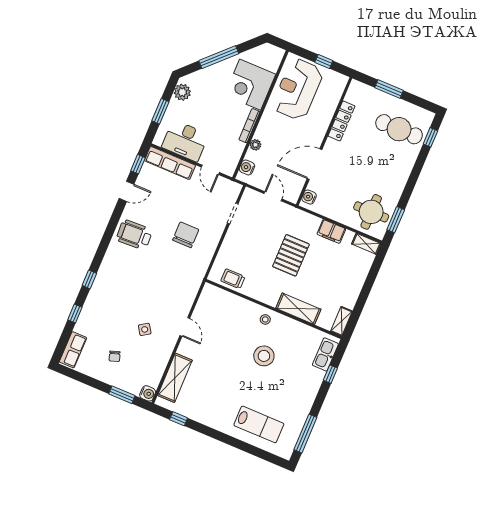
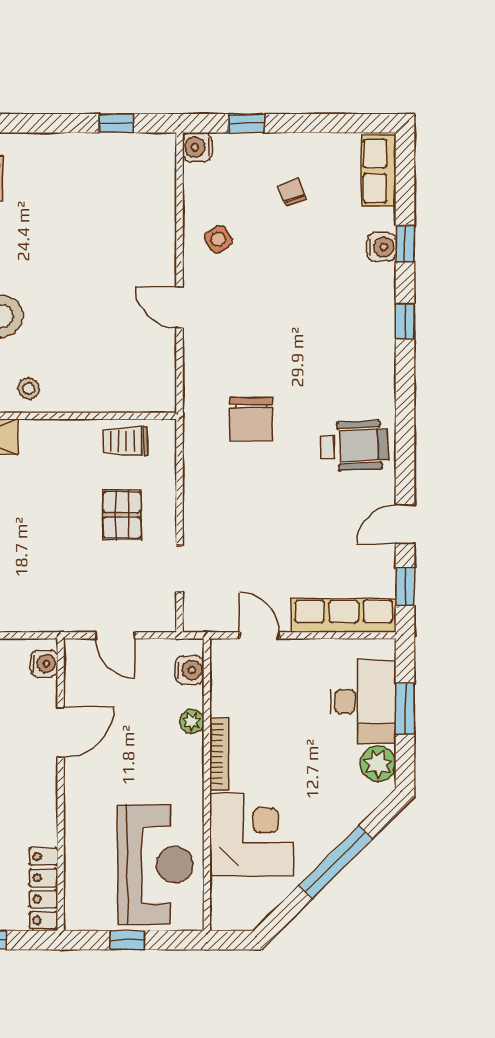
locker: (342, 121) -> (43, 888), moved
desk: (185, 141) -> (363, 702), moved, turned 90
door: (314, 164) -> (61, 732), width x0.73
chair: (186, 235) -> (251, 419), moved
pallet: (291, 255) -> (122, 515), moved, width x0.67, depth x0.71
trolley: (233, 279) -> (125, 441), turned 180
water cooler: (86, 316) -> (381, 247), added
side table: (145, 329) -> (218, 239), moved
shelving: (175, 378) -> (157, 200), removed
window: (122, 395) -> (247, 123), width x0.67

